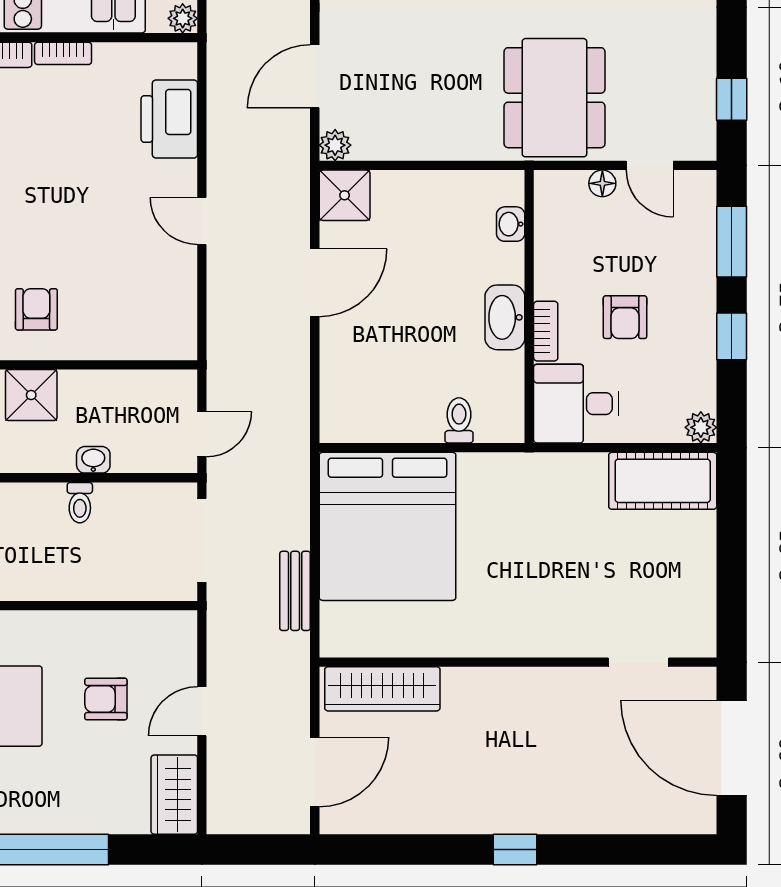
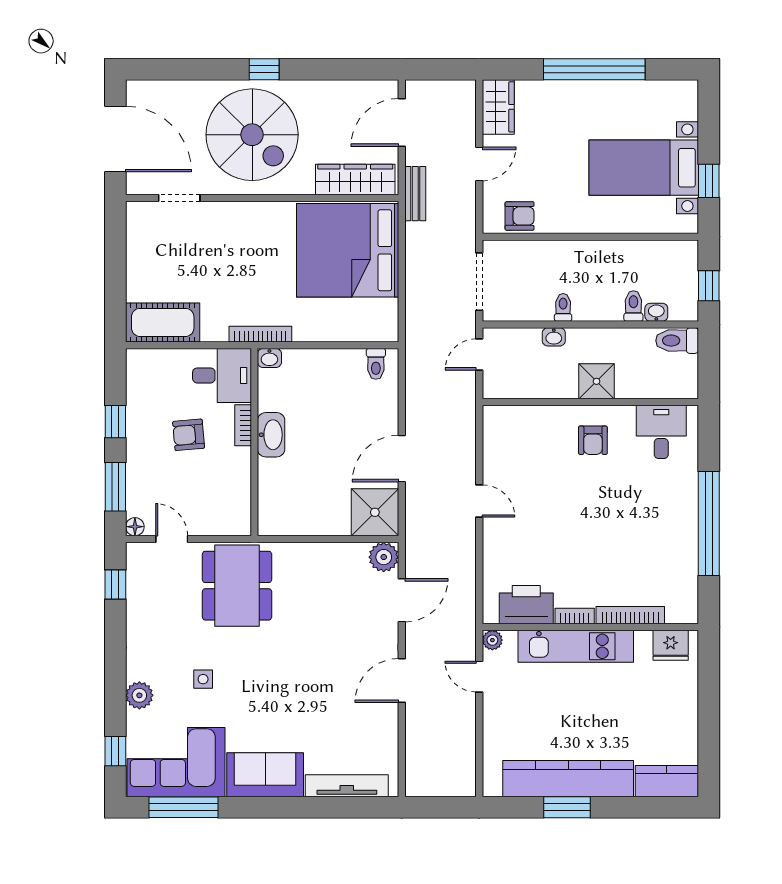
printer: (169, 119) -> (526, 605), moved, turned -90
plant: (335, 145) -> (384, 557), width x1.38, depth x1.38
floor lamp: (602, 183) -> (135, 527), moved
shower: (345, 195) -> (375, 512), width x1.36, depth x1.36
washbasin: (511, 224) -> (269, 358), moved, turned 90
armchair: (625, 317) -> (189, 435), turned -95
toilet: (459, 420) -> (376, 364), moved
plant: (701, 427) -> (137, 359), removed
bookcase: (521, 464) -> (260, 334), added
bed: (388, 526) -> (348, 250), moved, turned -90
bench: (295, 591) -> (415, 194), moved
armchair: (106, 699) -> (520, 216), moved
spiral stairs: (533, 754) -> (252, 135), added

